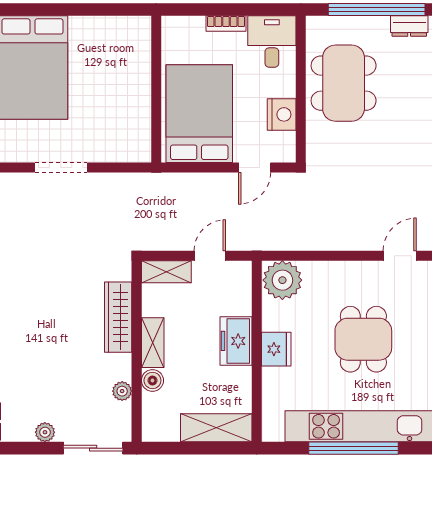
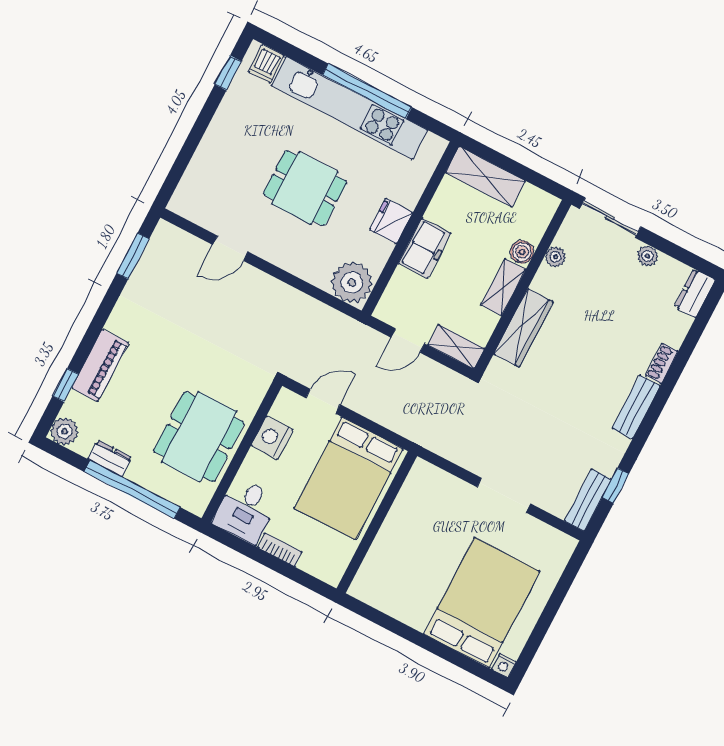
dining table: (363, 339) -> (305, 188), turned 90

